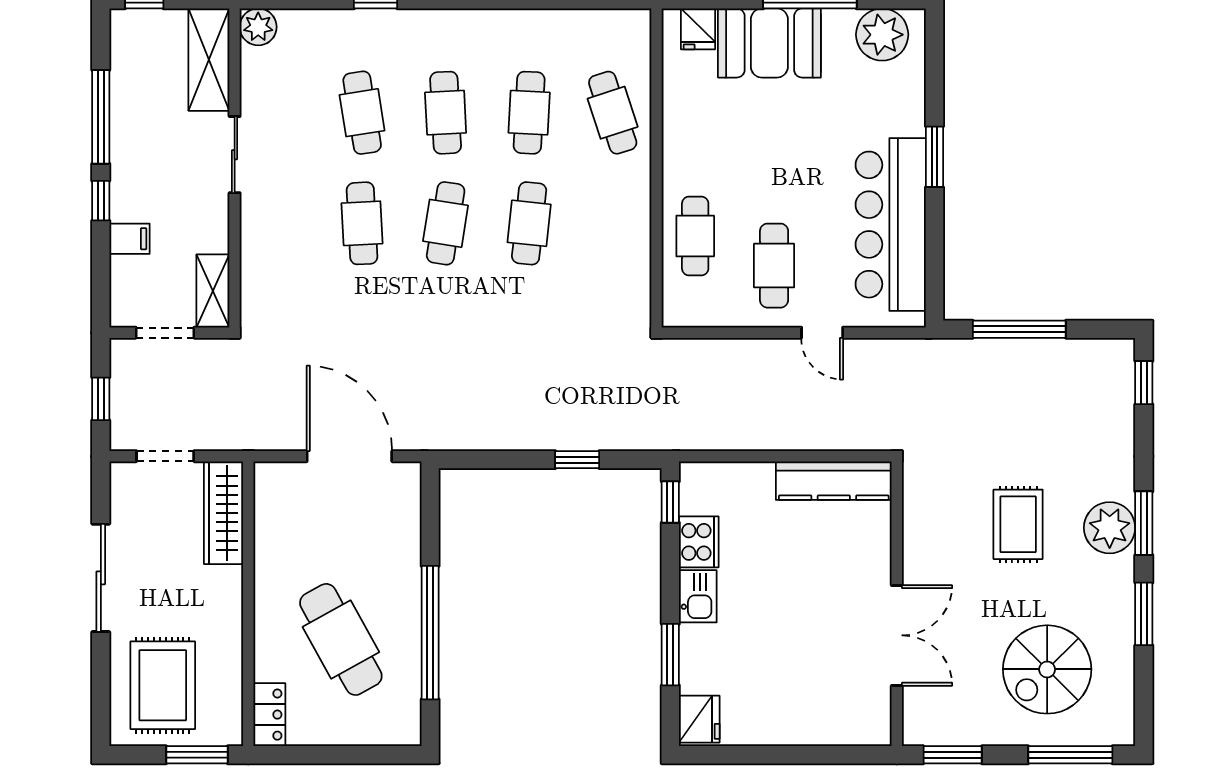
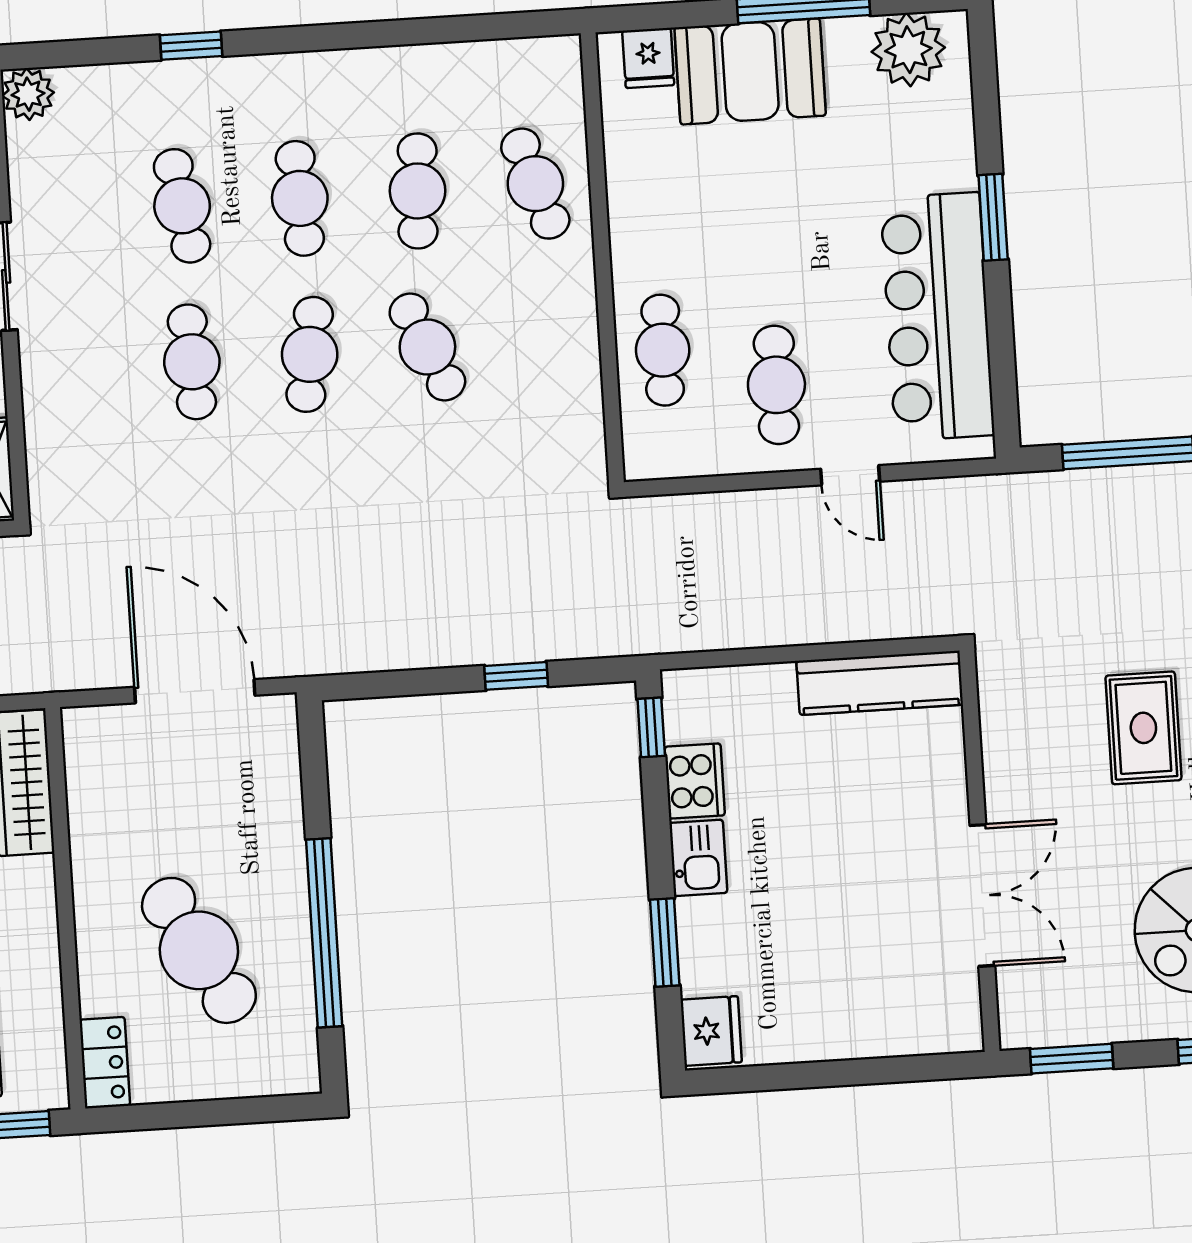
cafe table: (529, 223) -> (427, 347), turned -30

